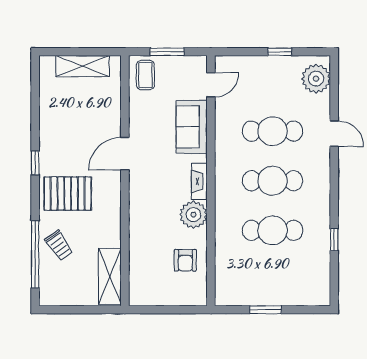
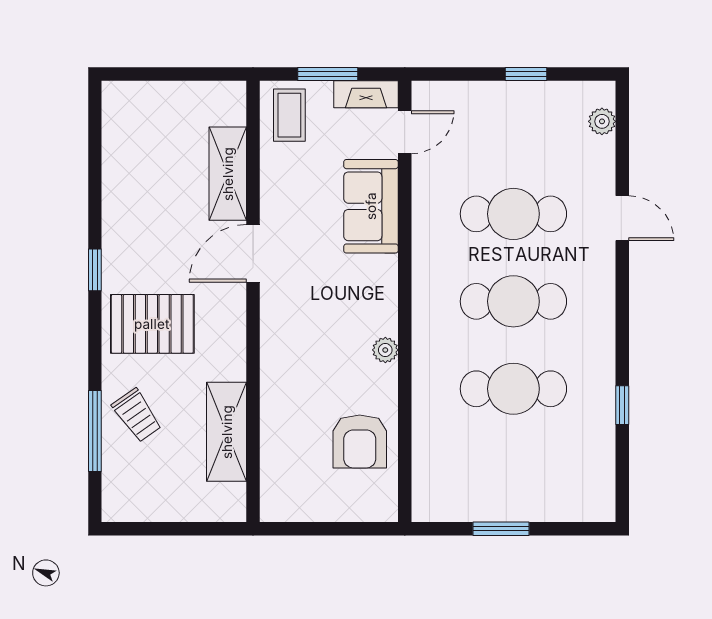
shelving: (82, 66) -> (228, 174), moved, turned 90
plant: (316, 79) -> (602, 121), width x0.53, depth x0.53
fireplace: (199, 181) -> (366, 94), moved, turned -90
plant: (193, 215) -> (385, 350), width x0.53, depth x0.53
window: (35, 254) -> (95, 431), width x0.68
armchair: (185, 260) -> (360, 441), width x1.38, depth x1.38
shelving: (110, 276) -> (227, 432), moved

